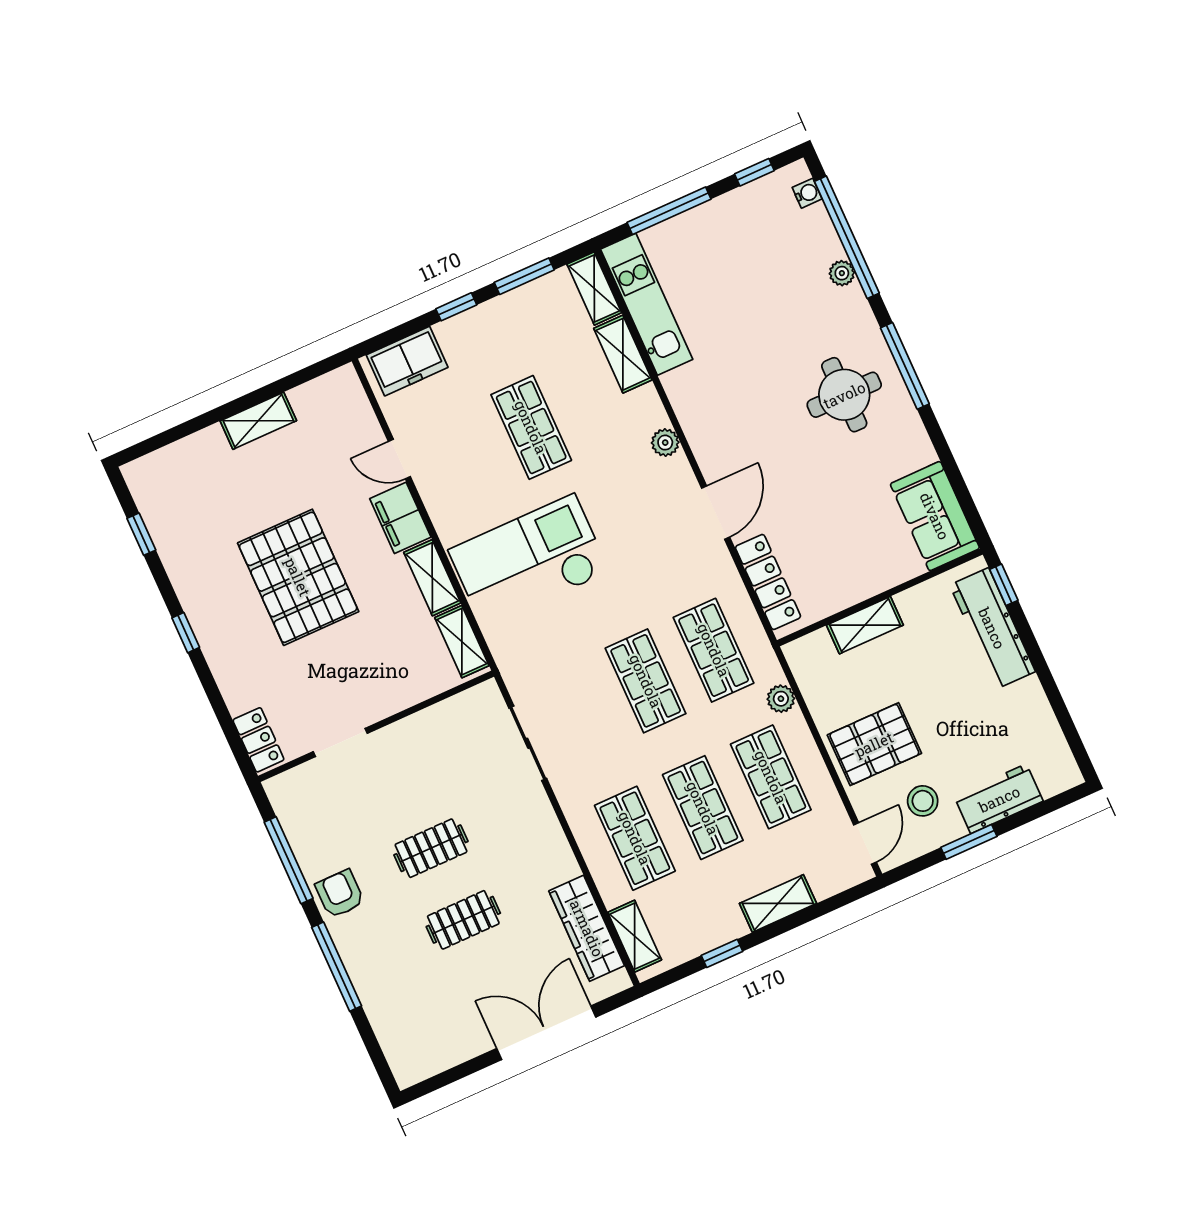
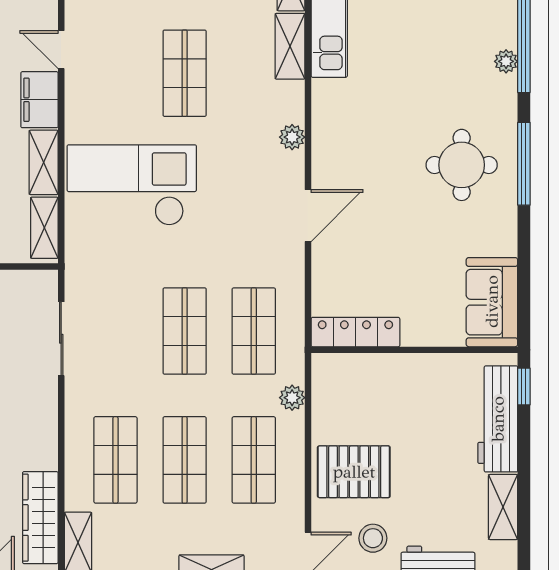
locker: (768, 582) -> (355, 332), moved, turned -90
shelving: (865, 625) -> (503, 507), moved, turned 90

